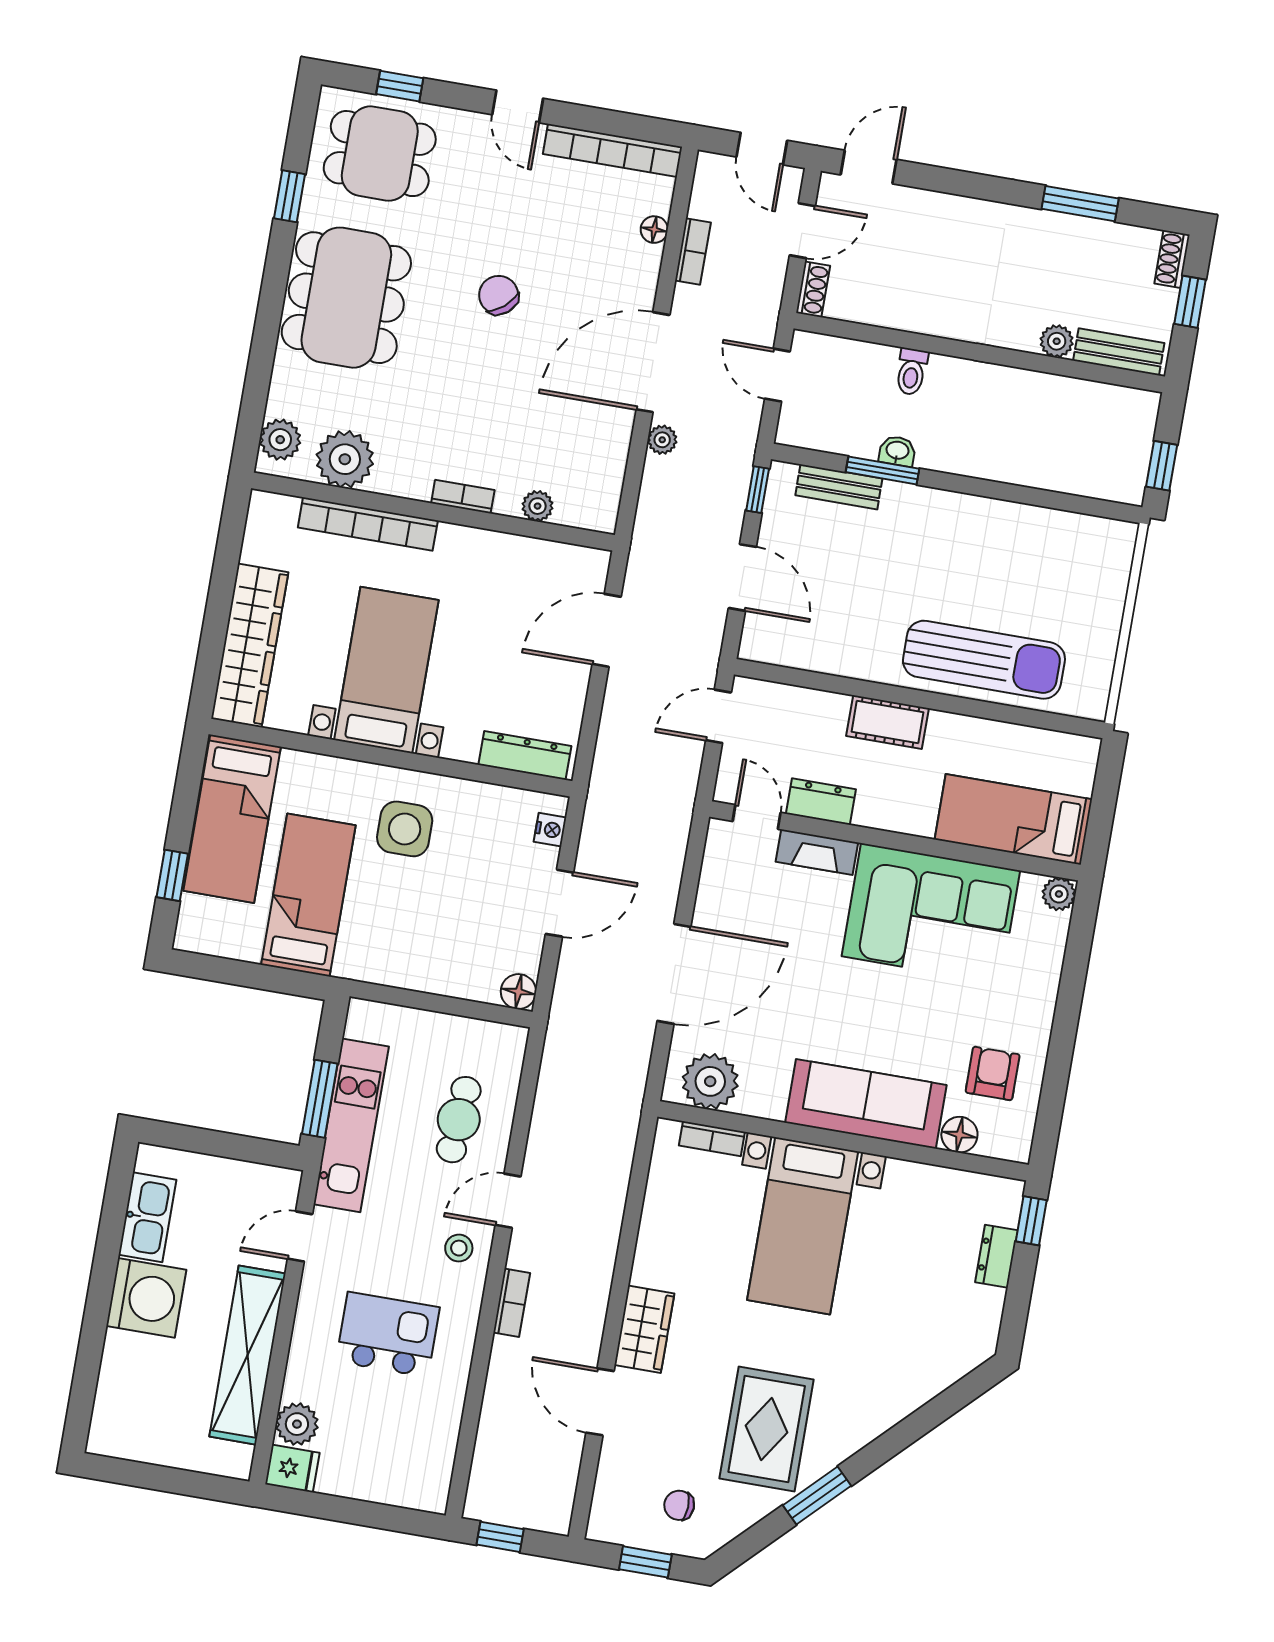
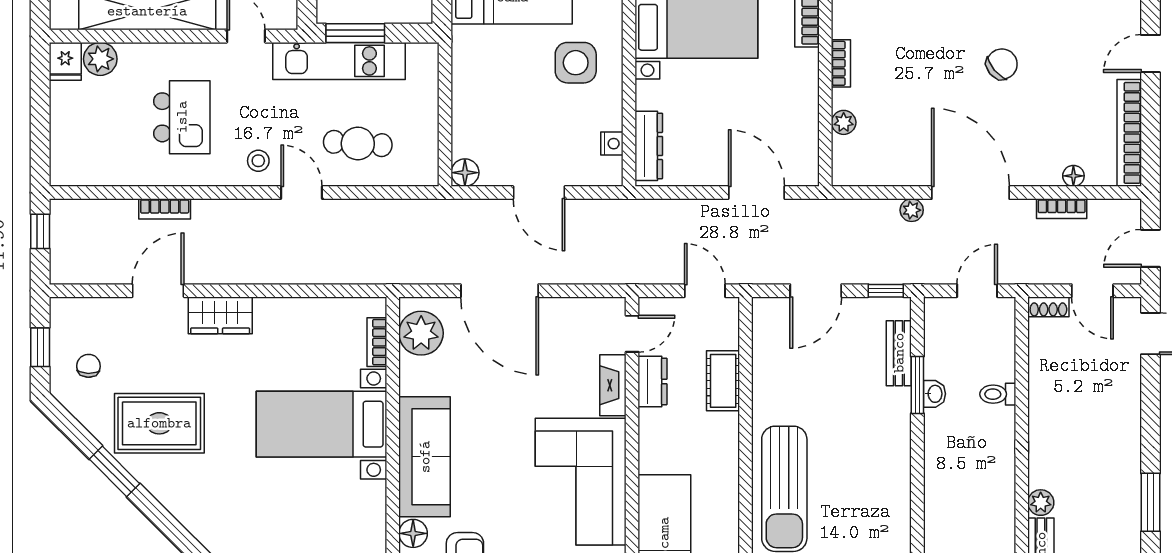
cot: (887, 722) -> (723, 381), moved
nightstand: (550, 830) -> (612, 144), moved, turned -90
bookcase: (512, 1303) -> (165, 209), moved

